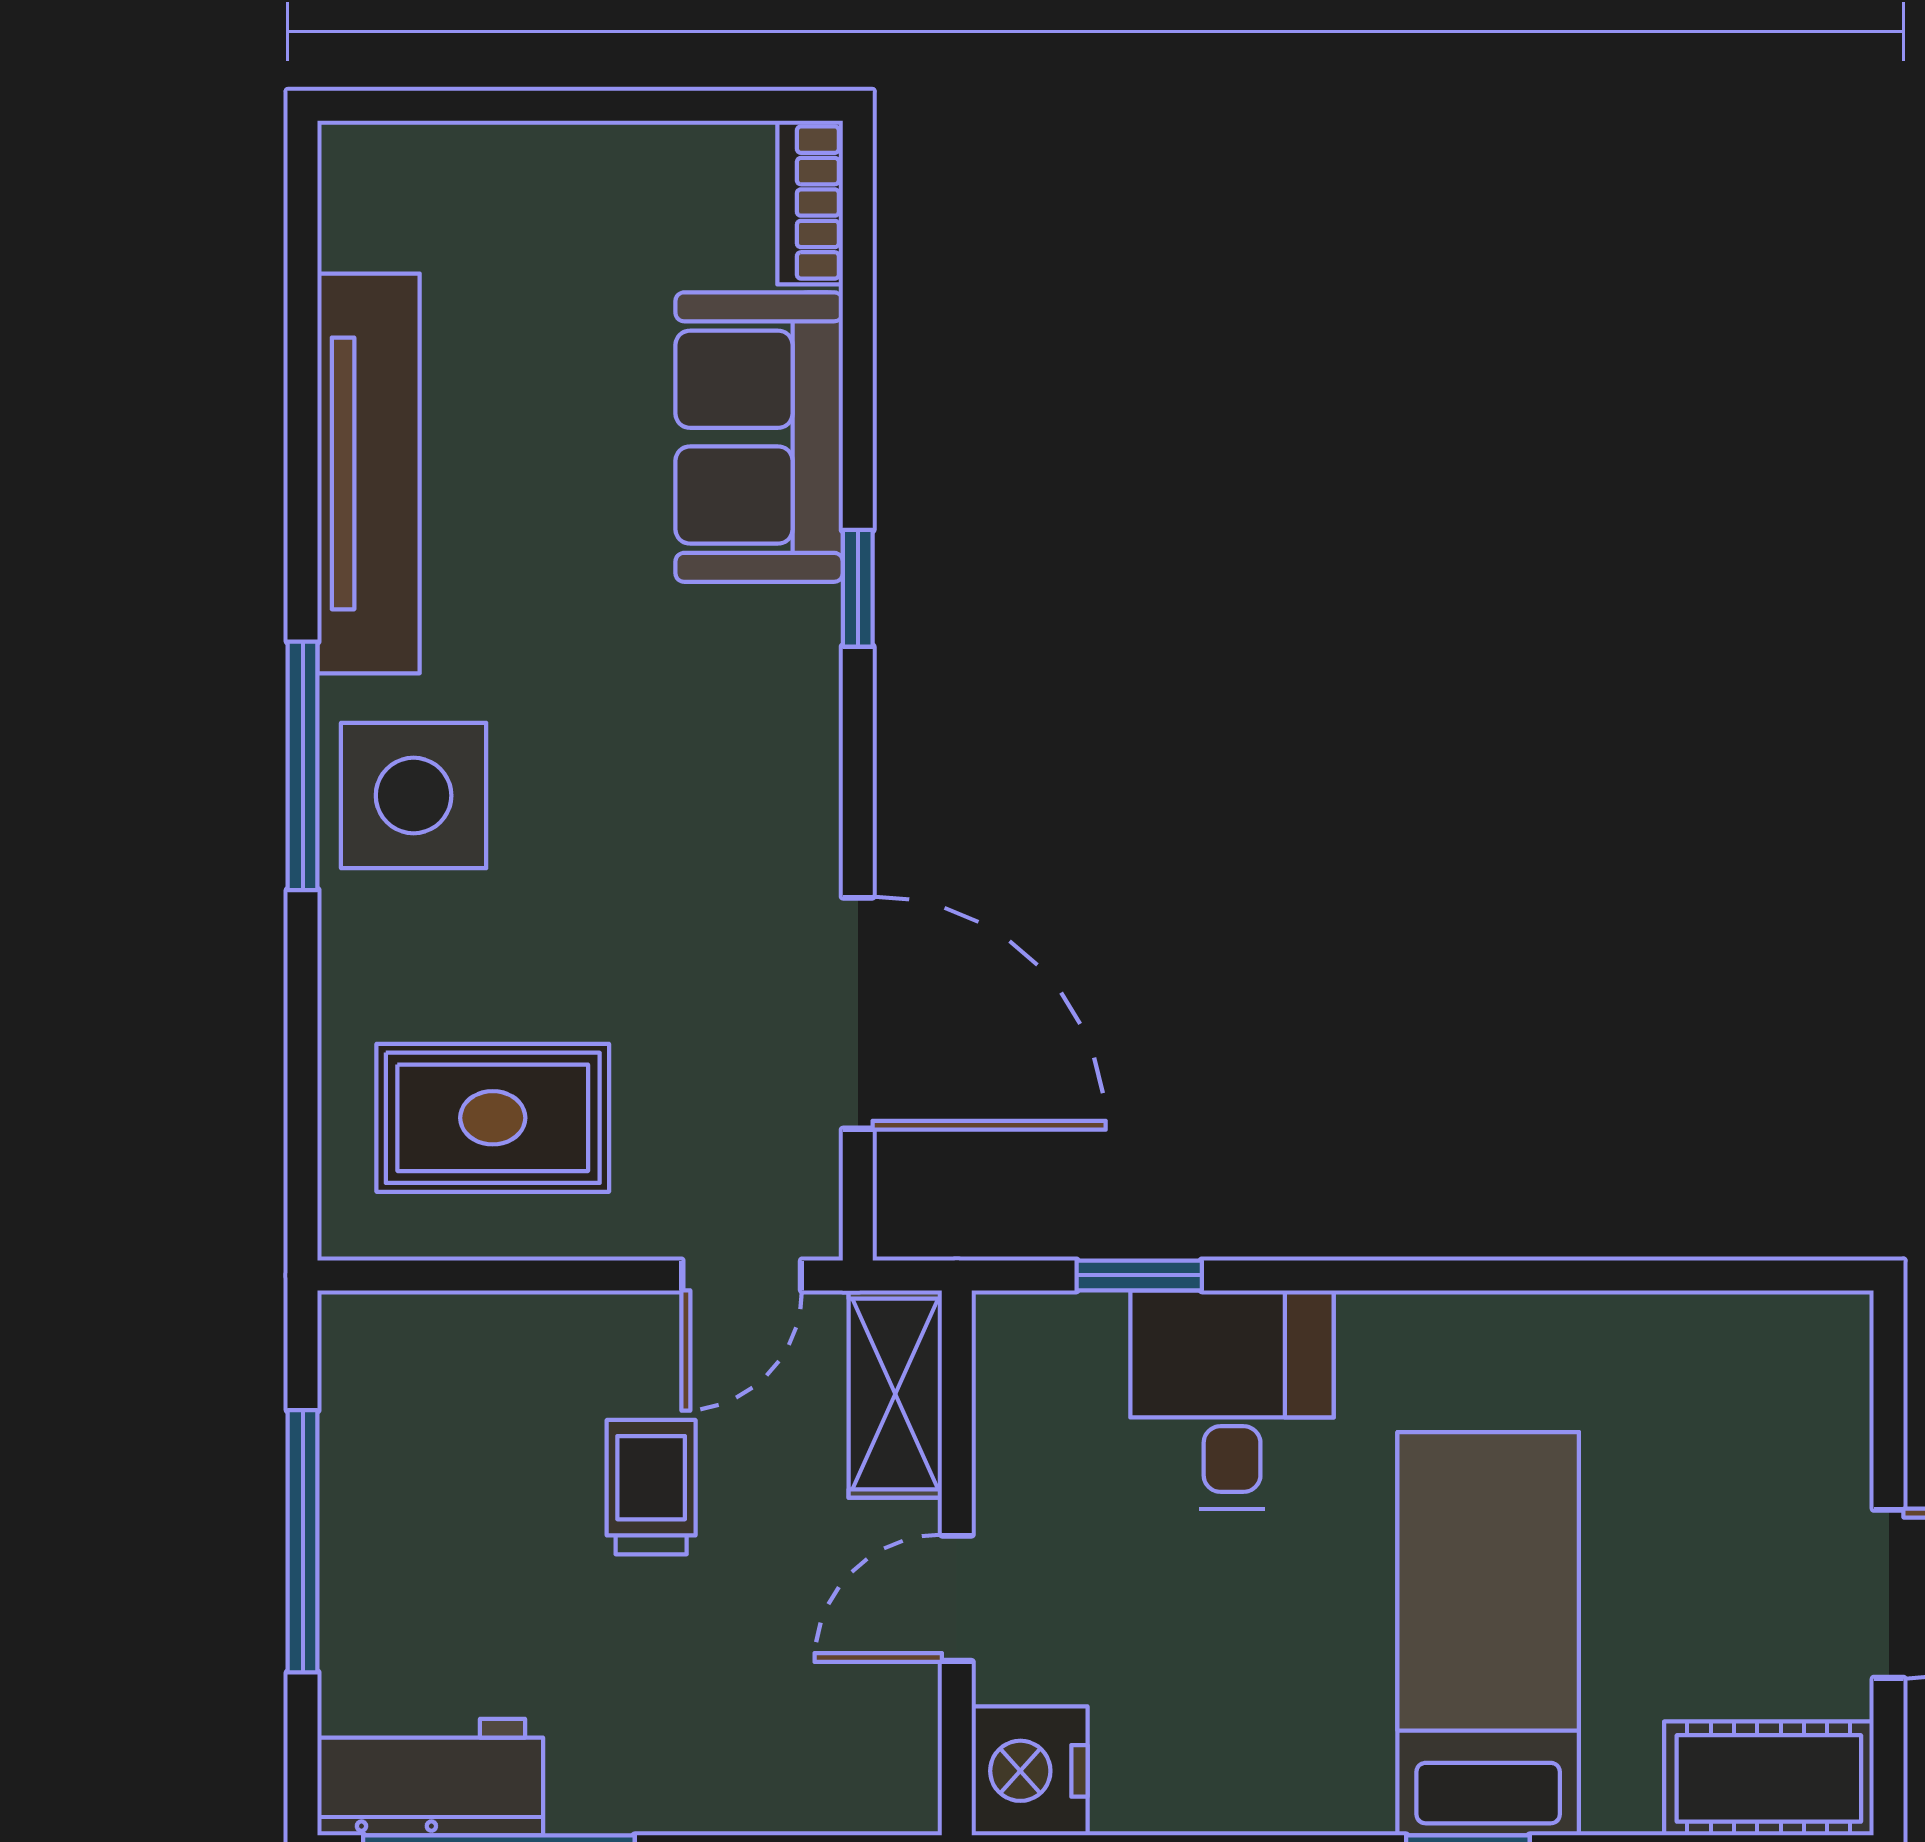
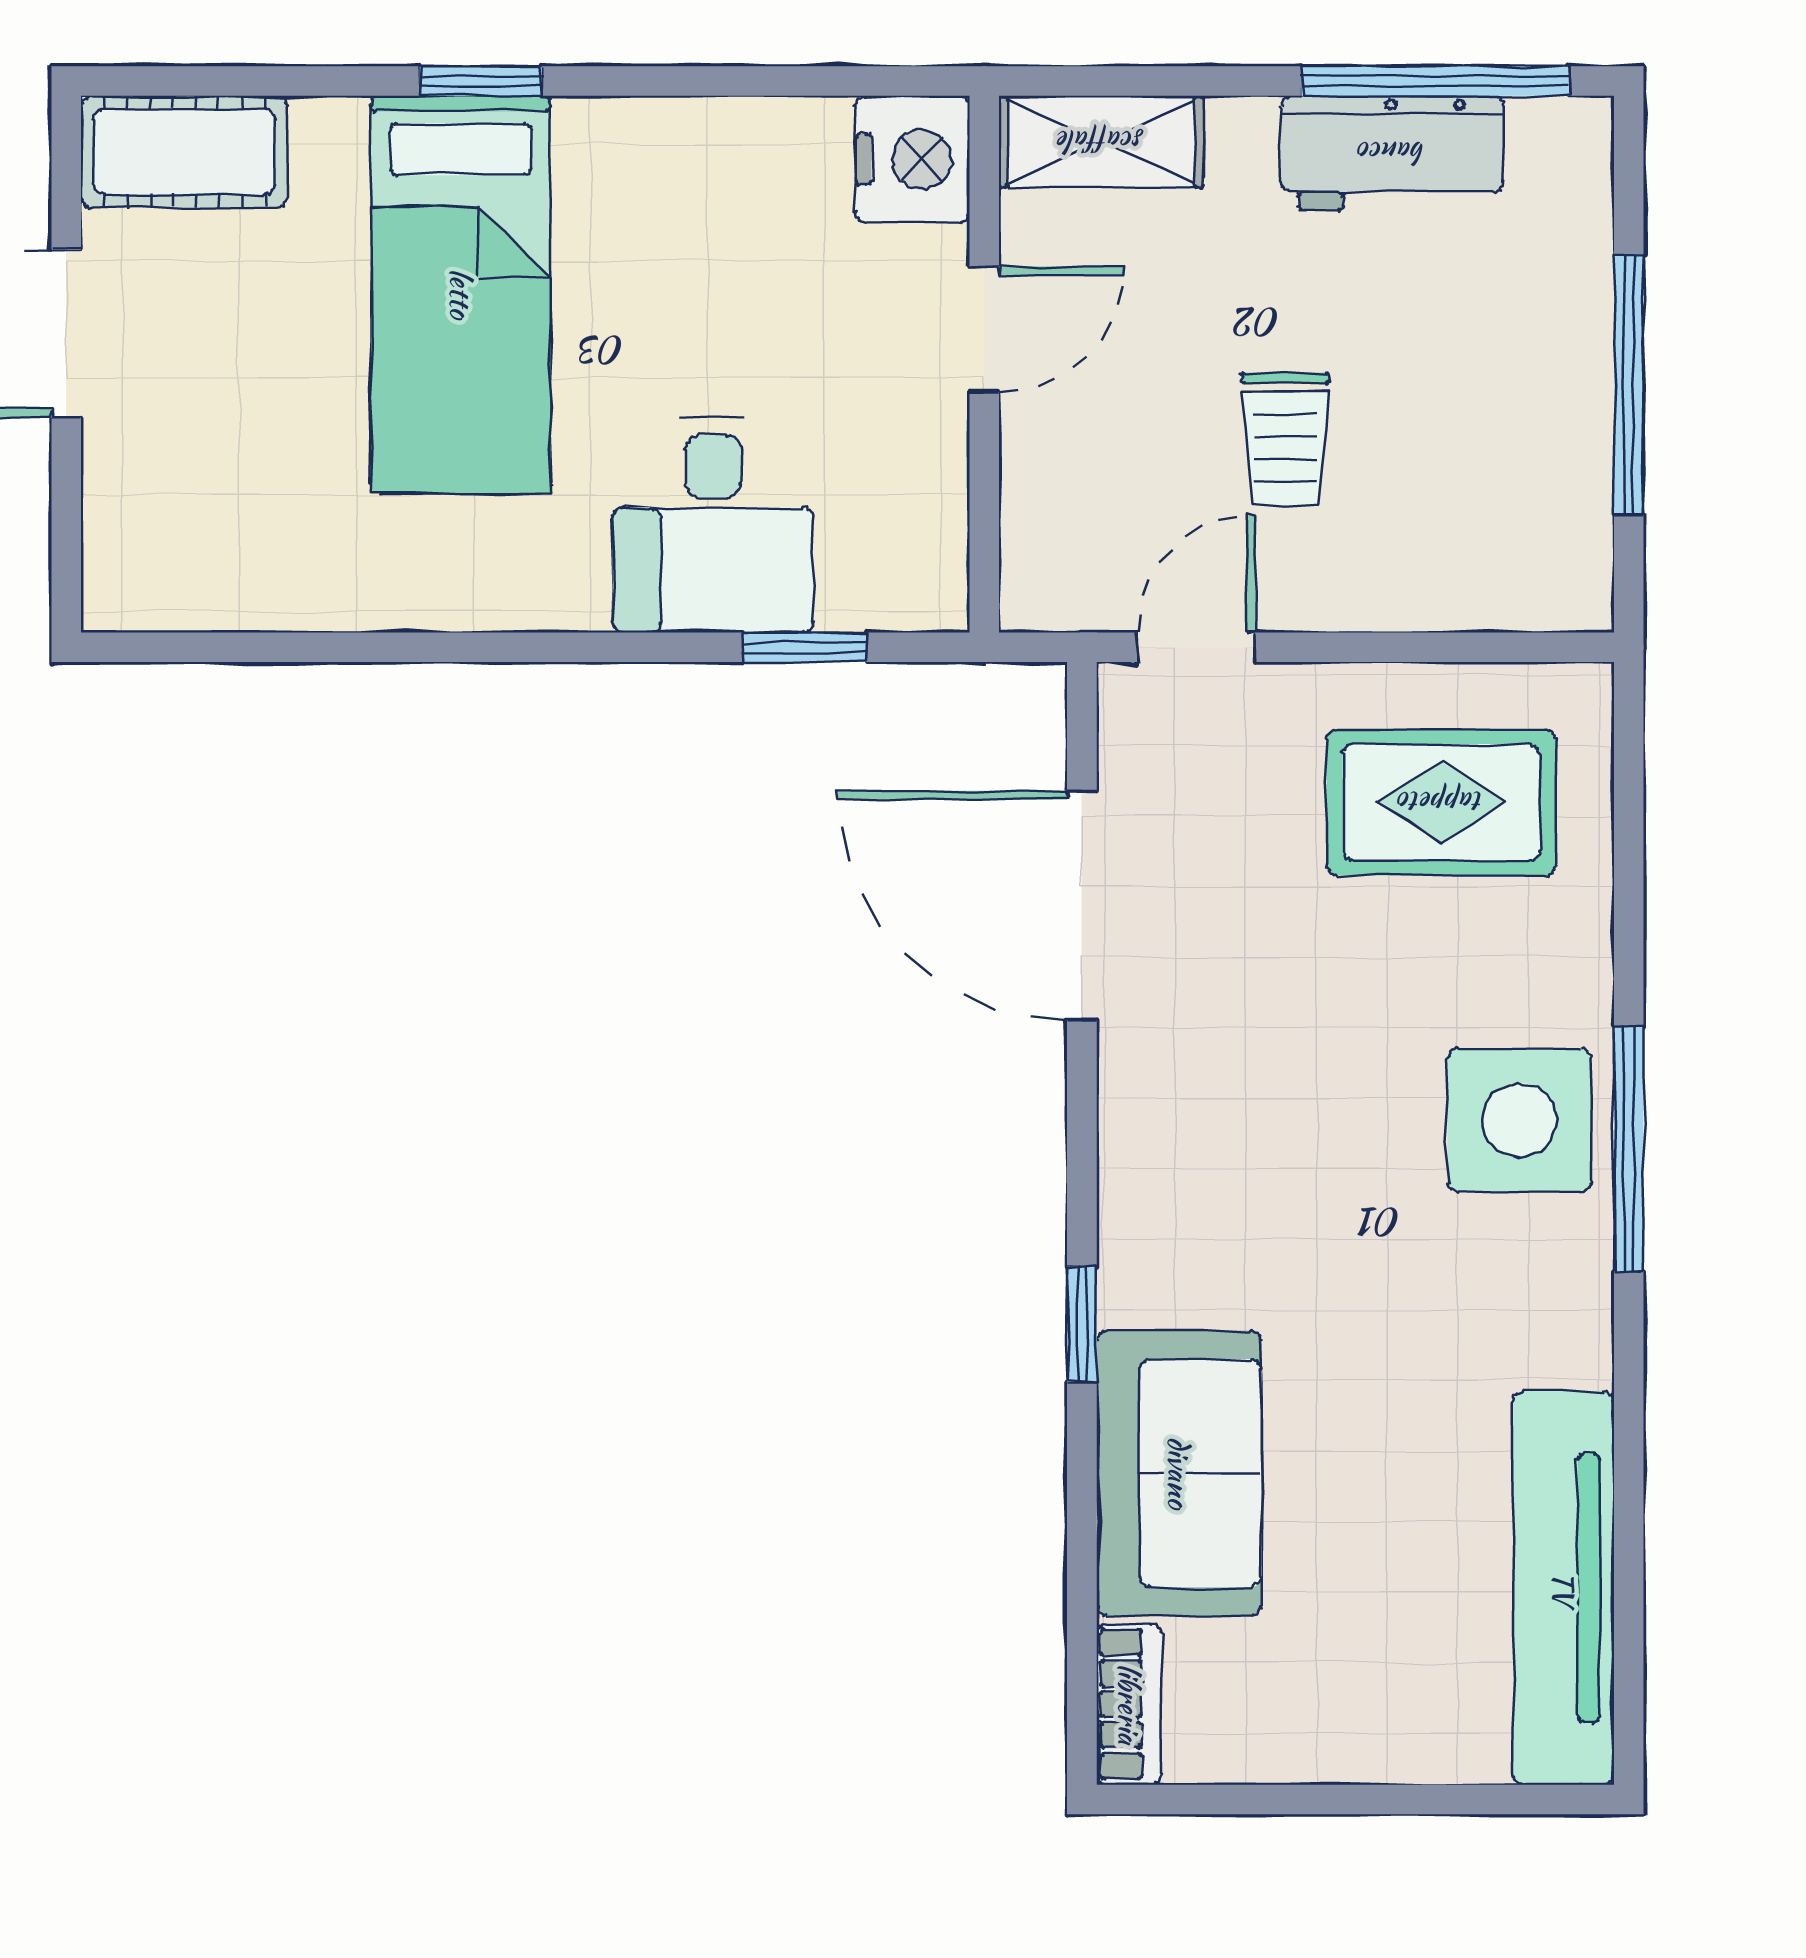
tv unit: (369, 473) -> (1564, 1588), moved
shelving: (895, 1394) -> (1101, 142), moved, turned 90
workbench: (430, 1777) -> (1392, 153), moved

